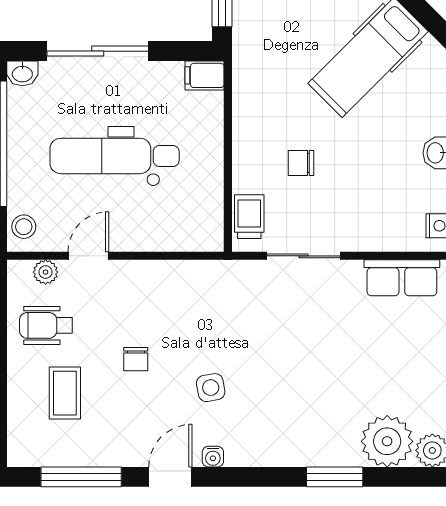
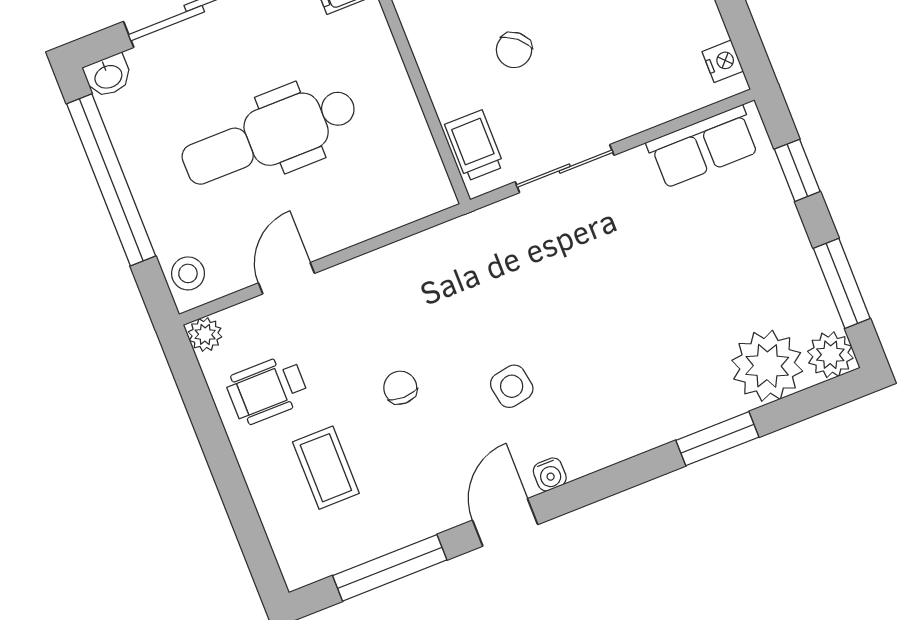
chair: (301, 163) -> (514, 50), turned -49
plant: (46, 272) -> (205, 334), moved
chair: (136, 359) -> (400, 388), turned 180

